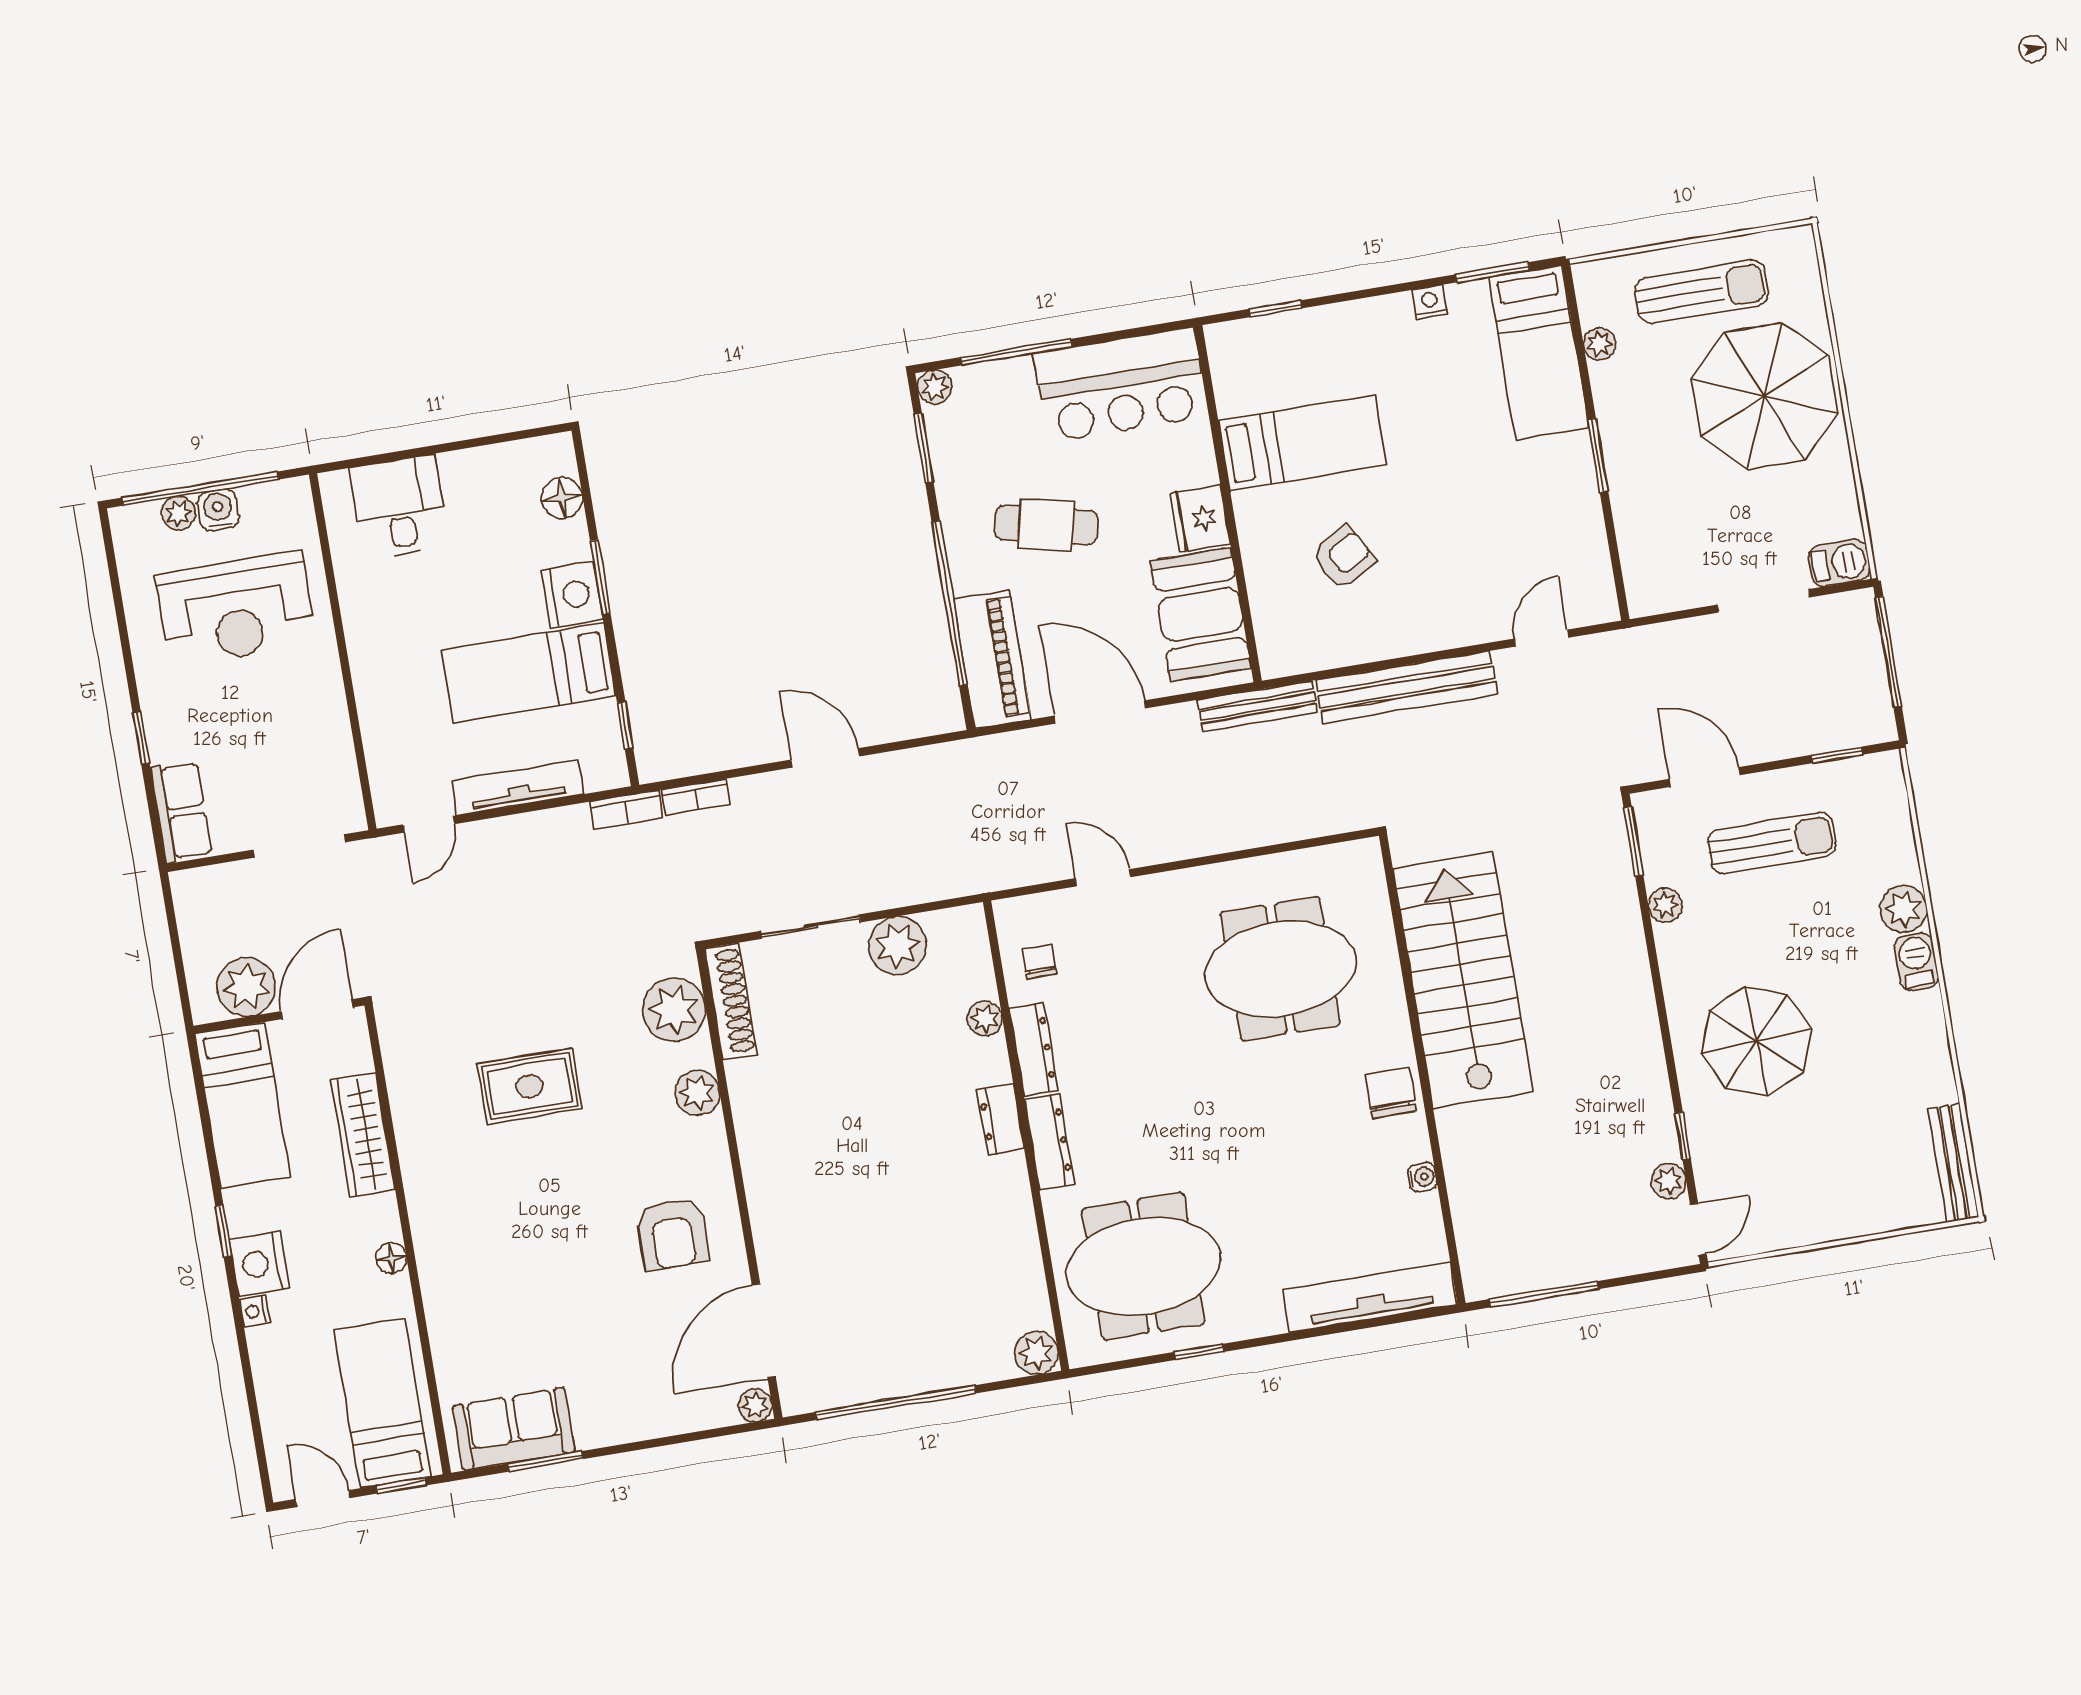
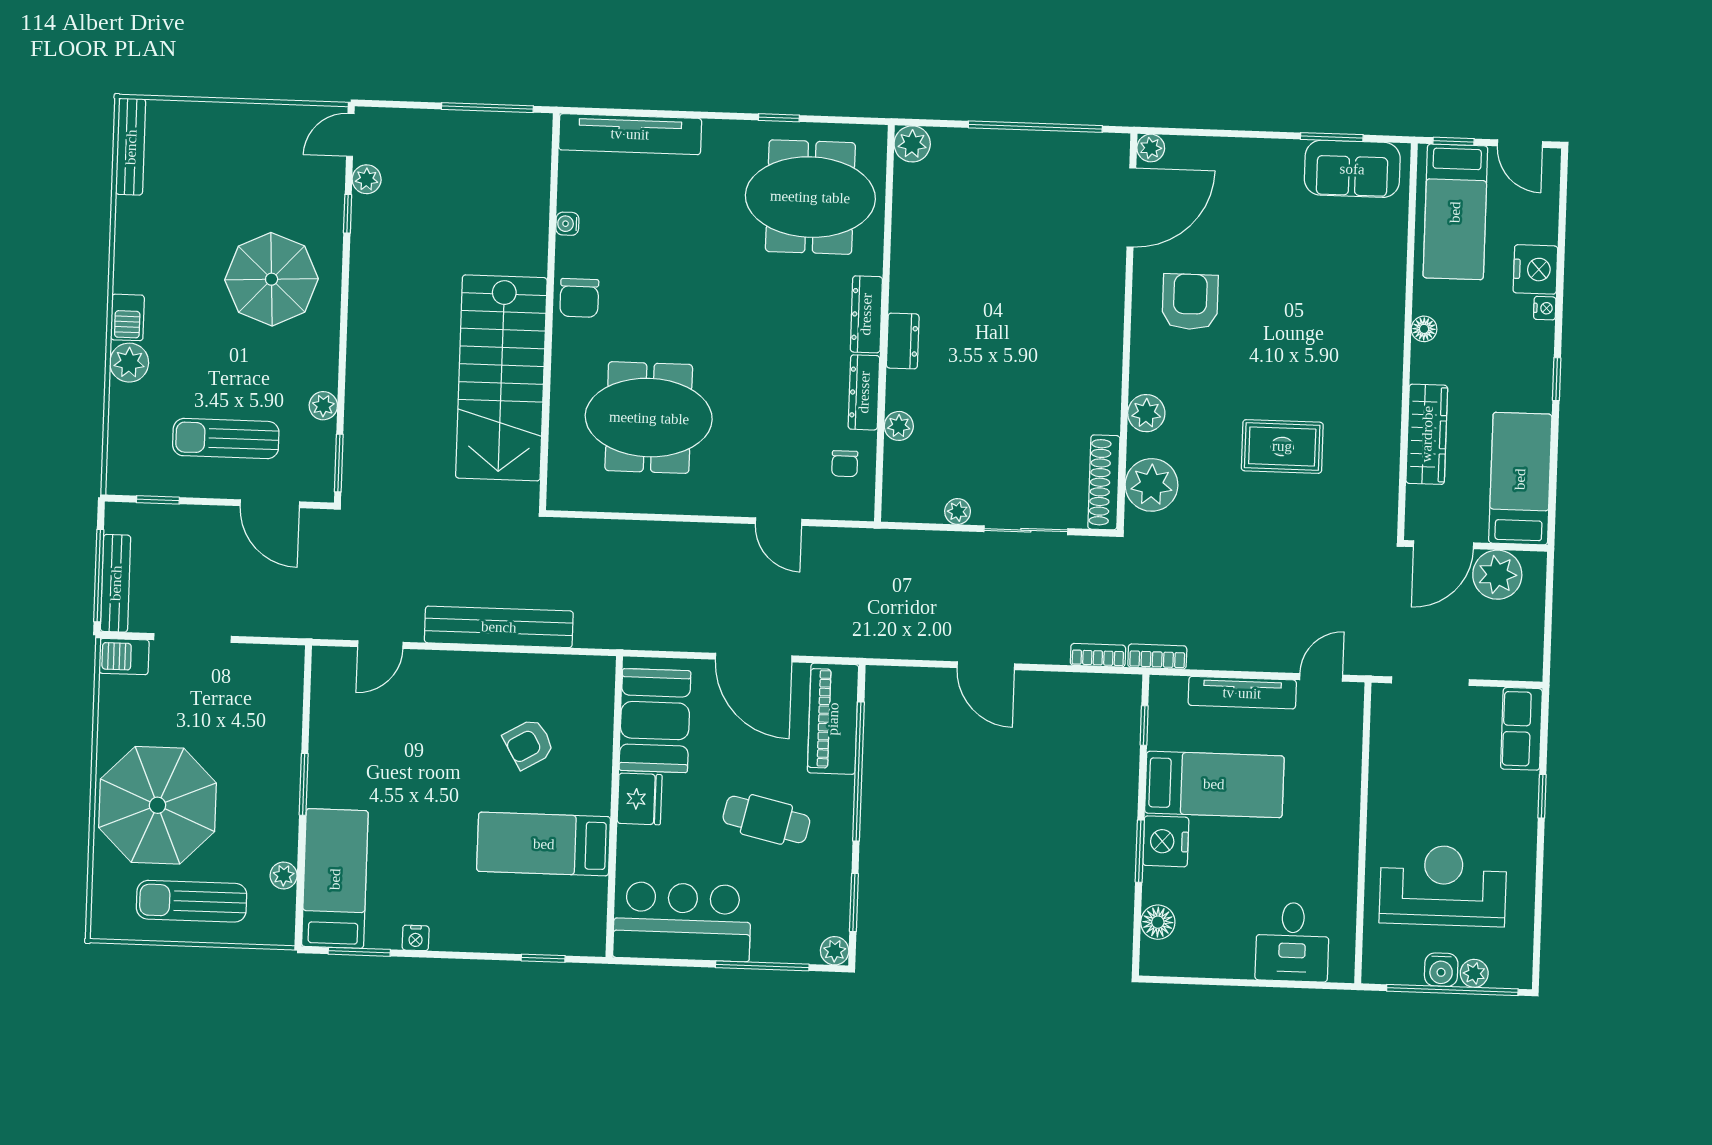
bench: (1257, 706) -> (116, 583), moved, turned 90
plant: (898, 946) -> (958, 511), width x0.53, depth x0.53
nightstand: (259, 1264) -> (1535, 269), moved

